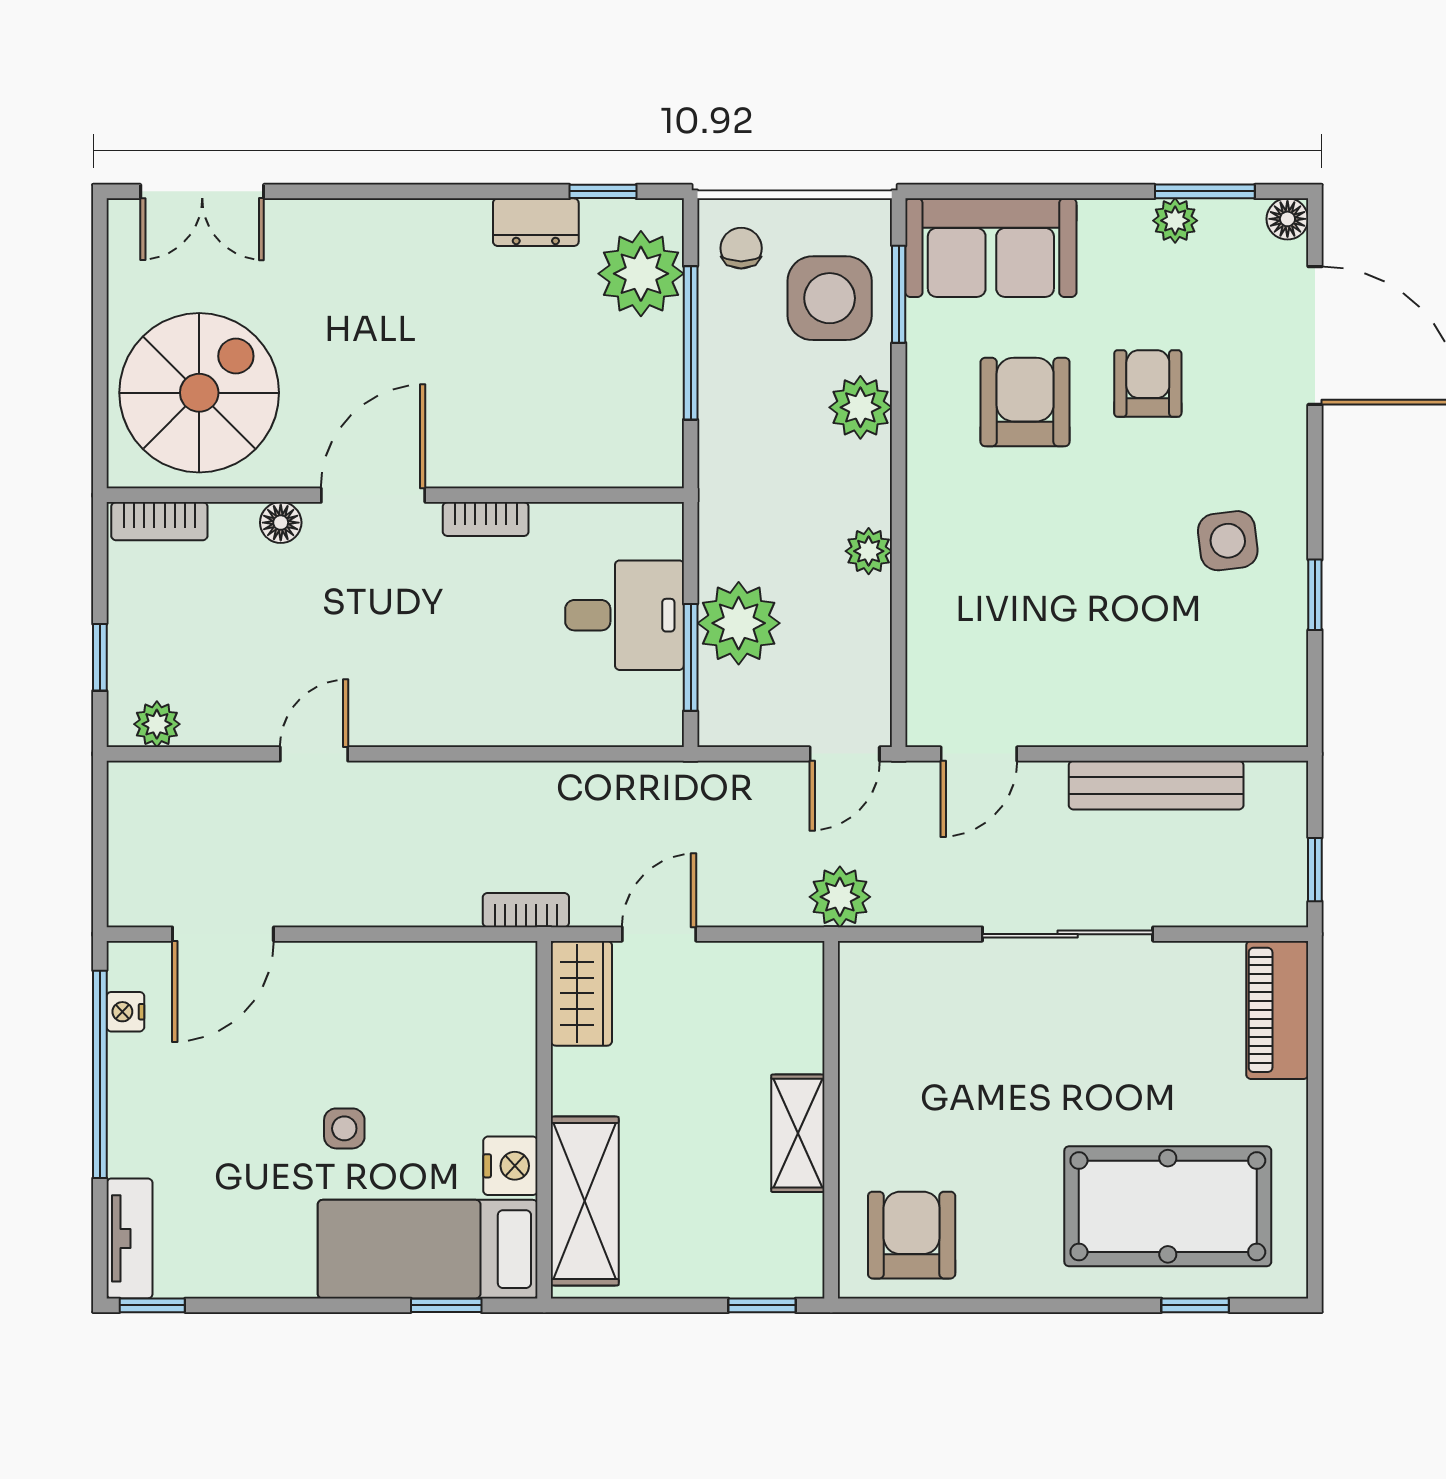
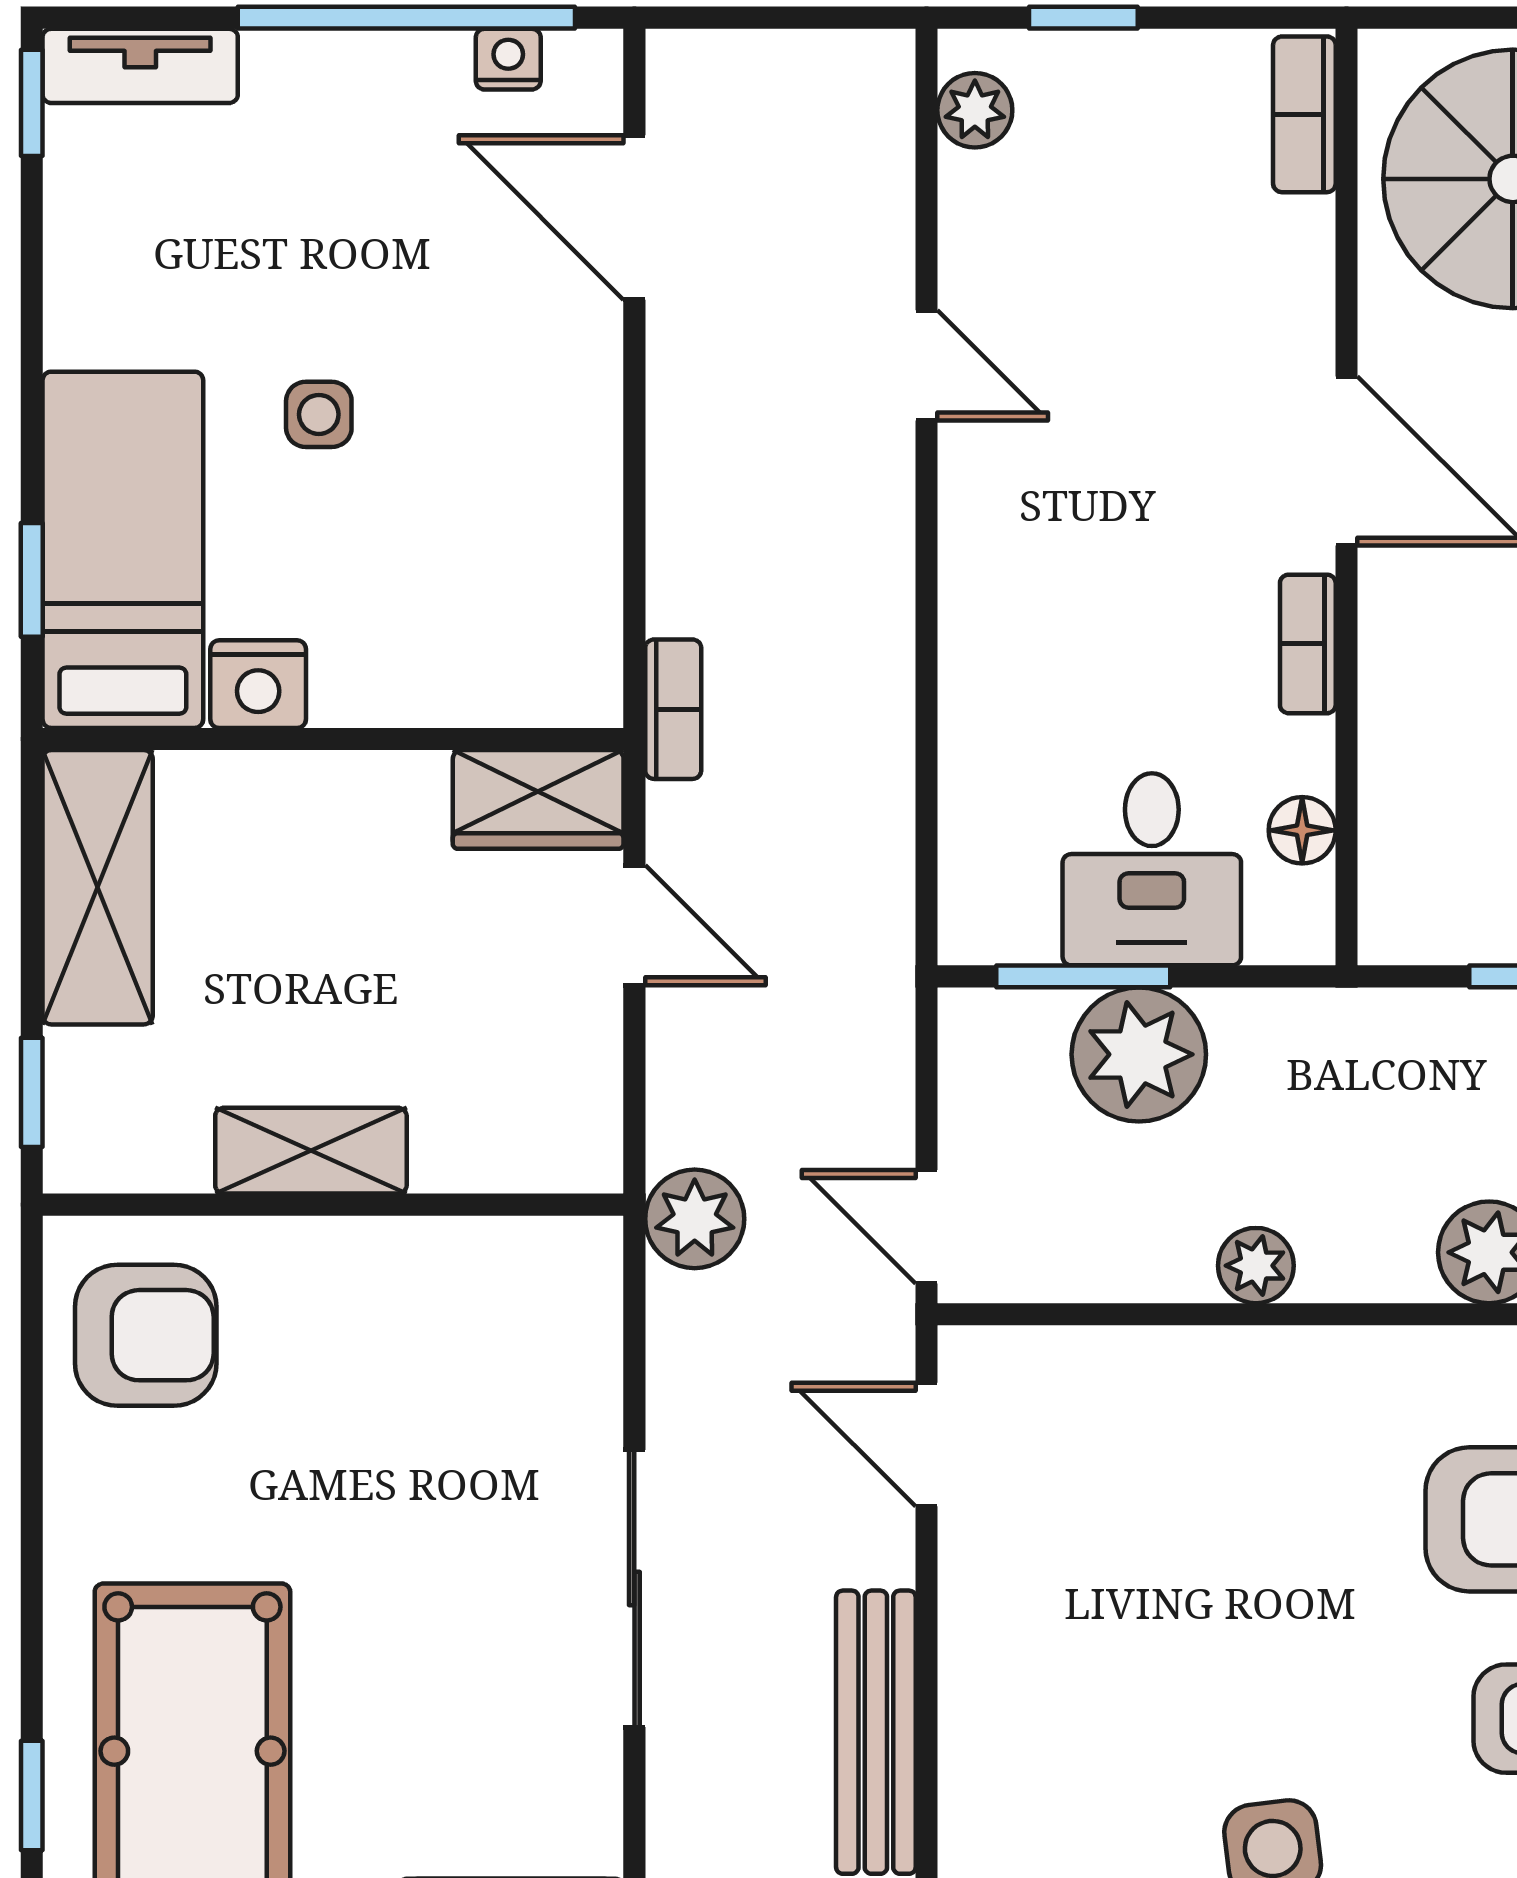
floor lamp: (281, 523) -> (1302, 830), moved
shelving: (585, 1201) -> (98, 887), moved, turned 90

